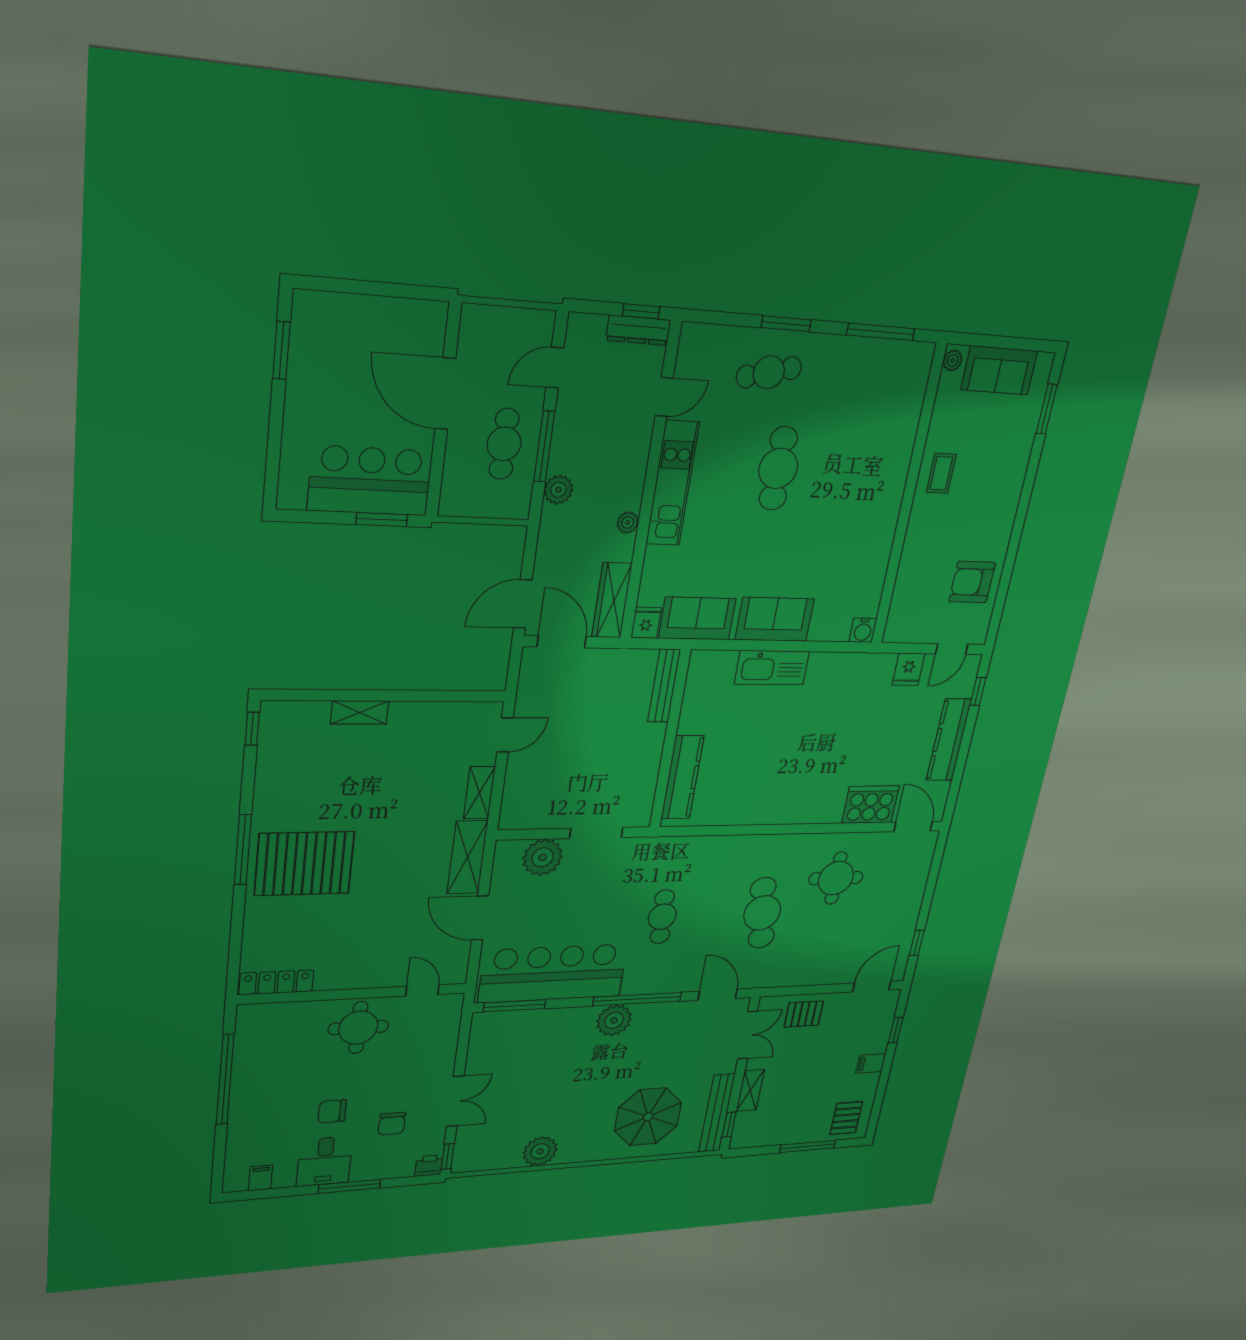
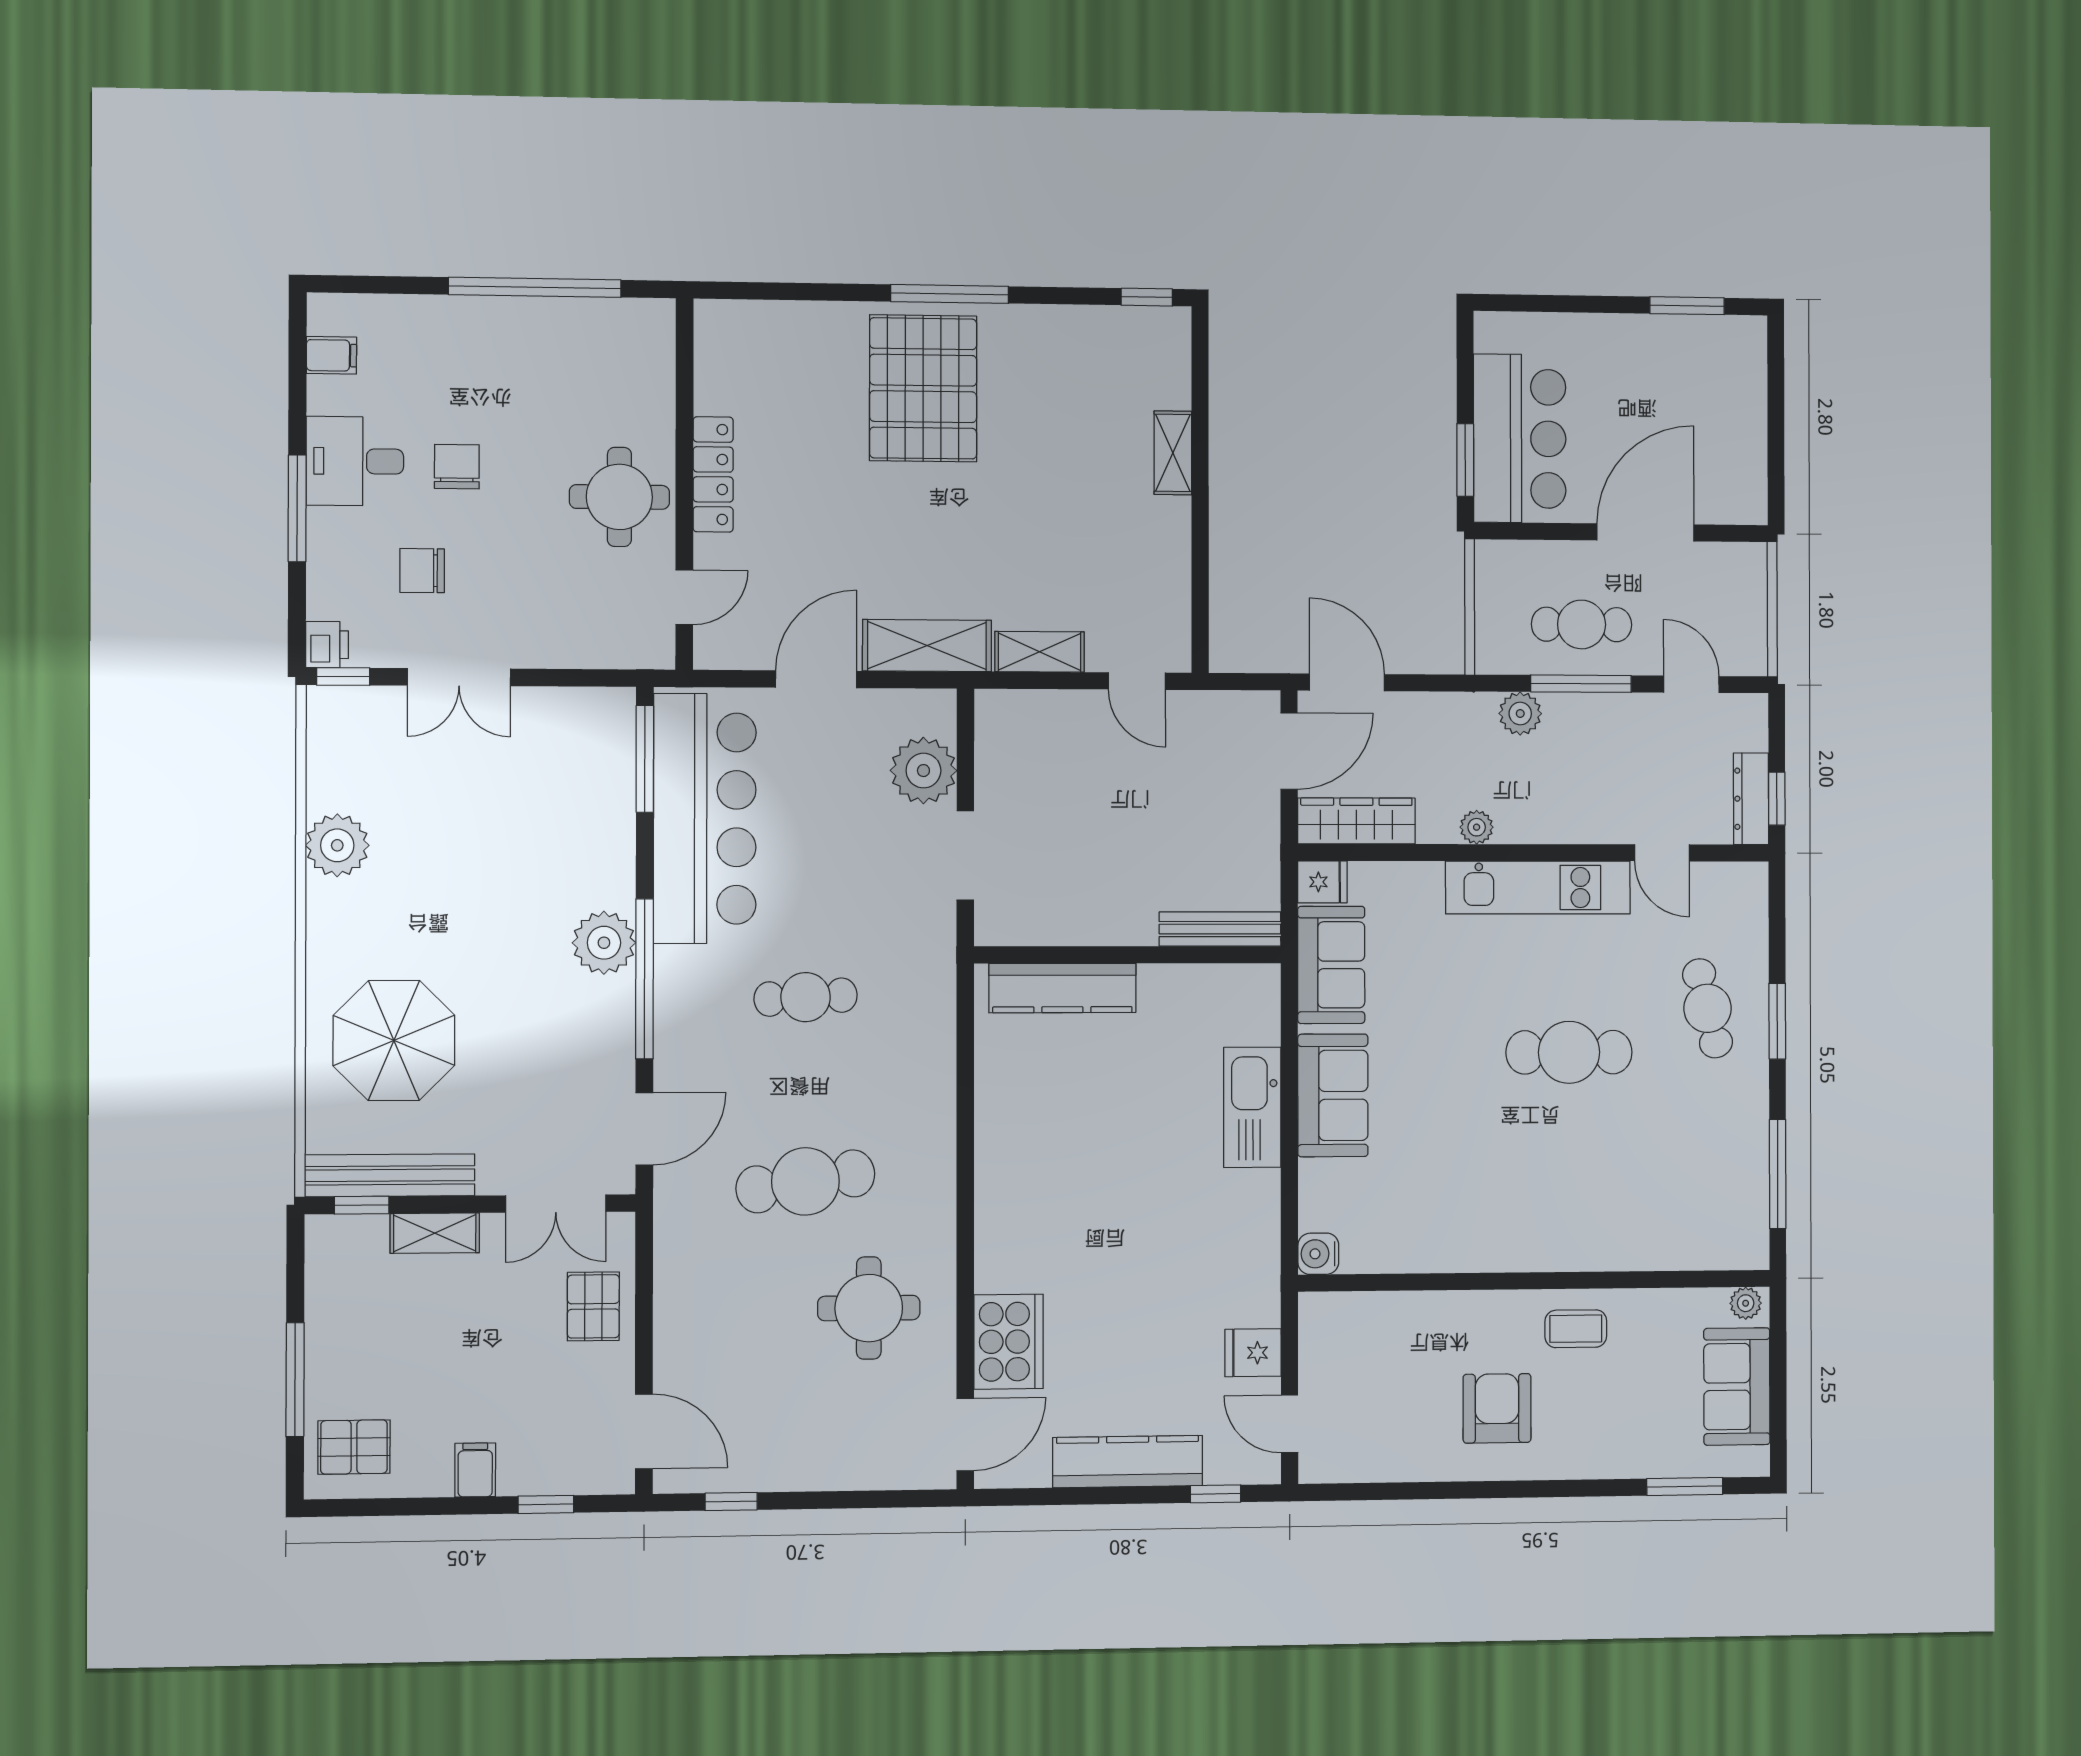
armchair: (972, 582) -> (1497, 1408), moved
locker: (276, 982) -> (713, 474), moved

